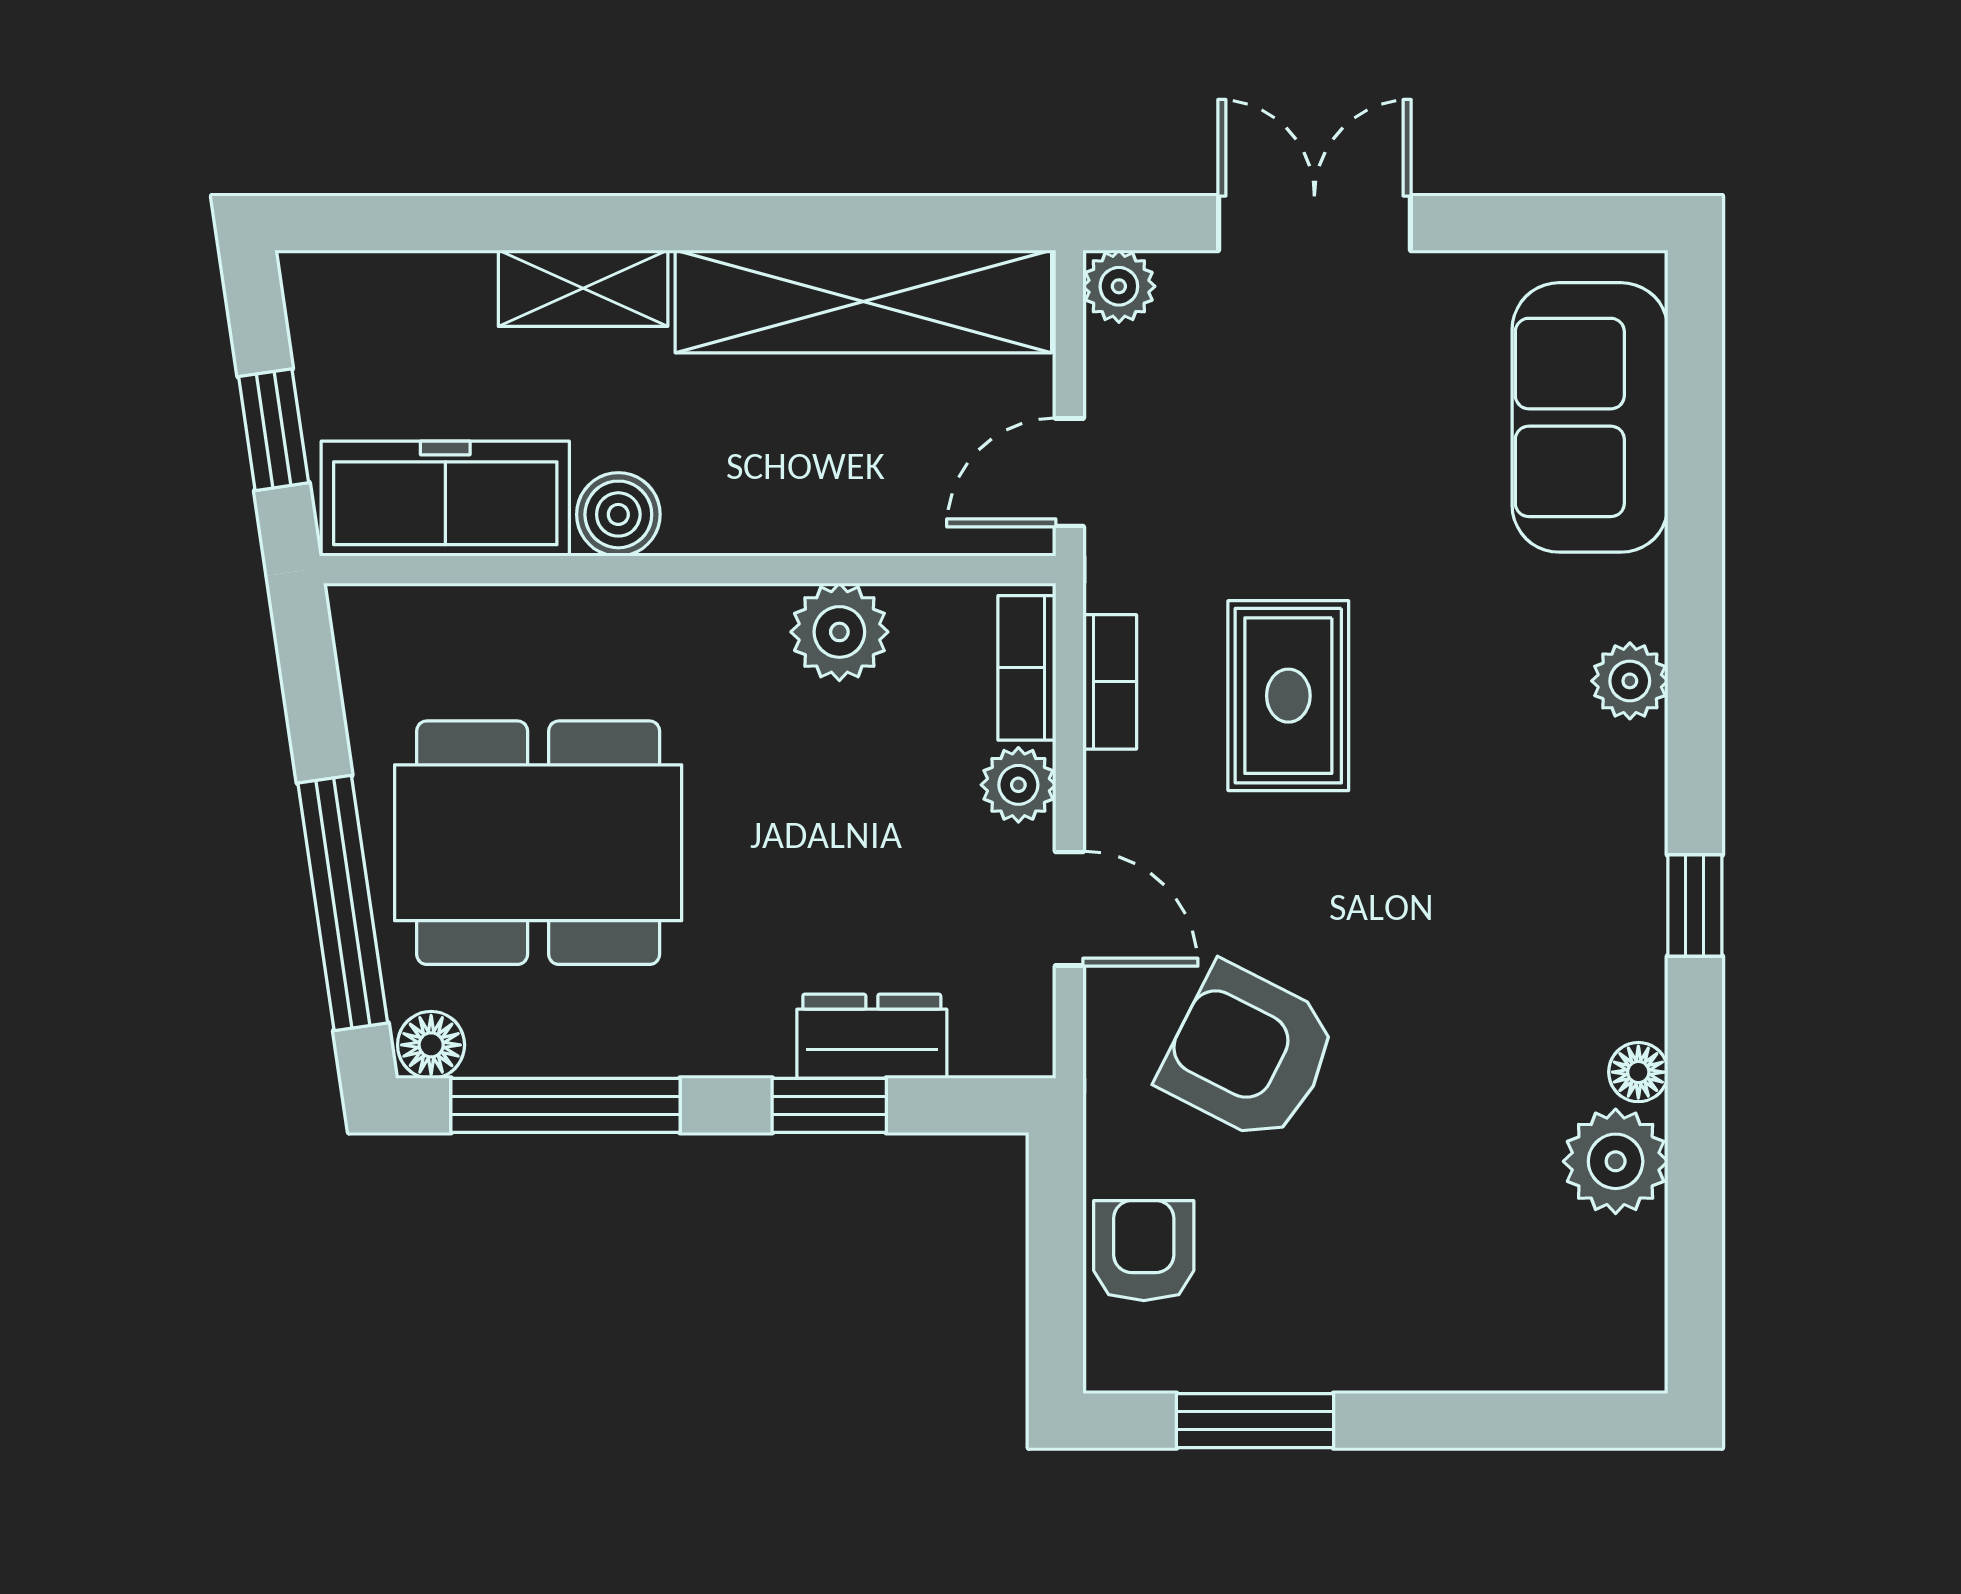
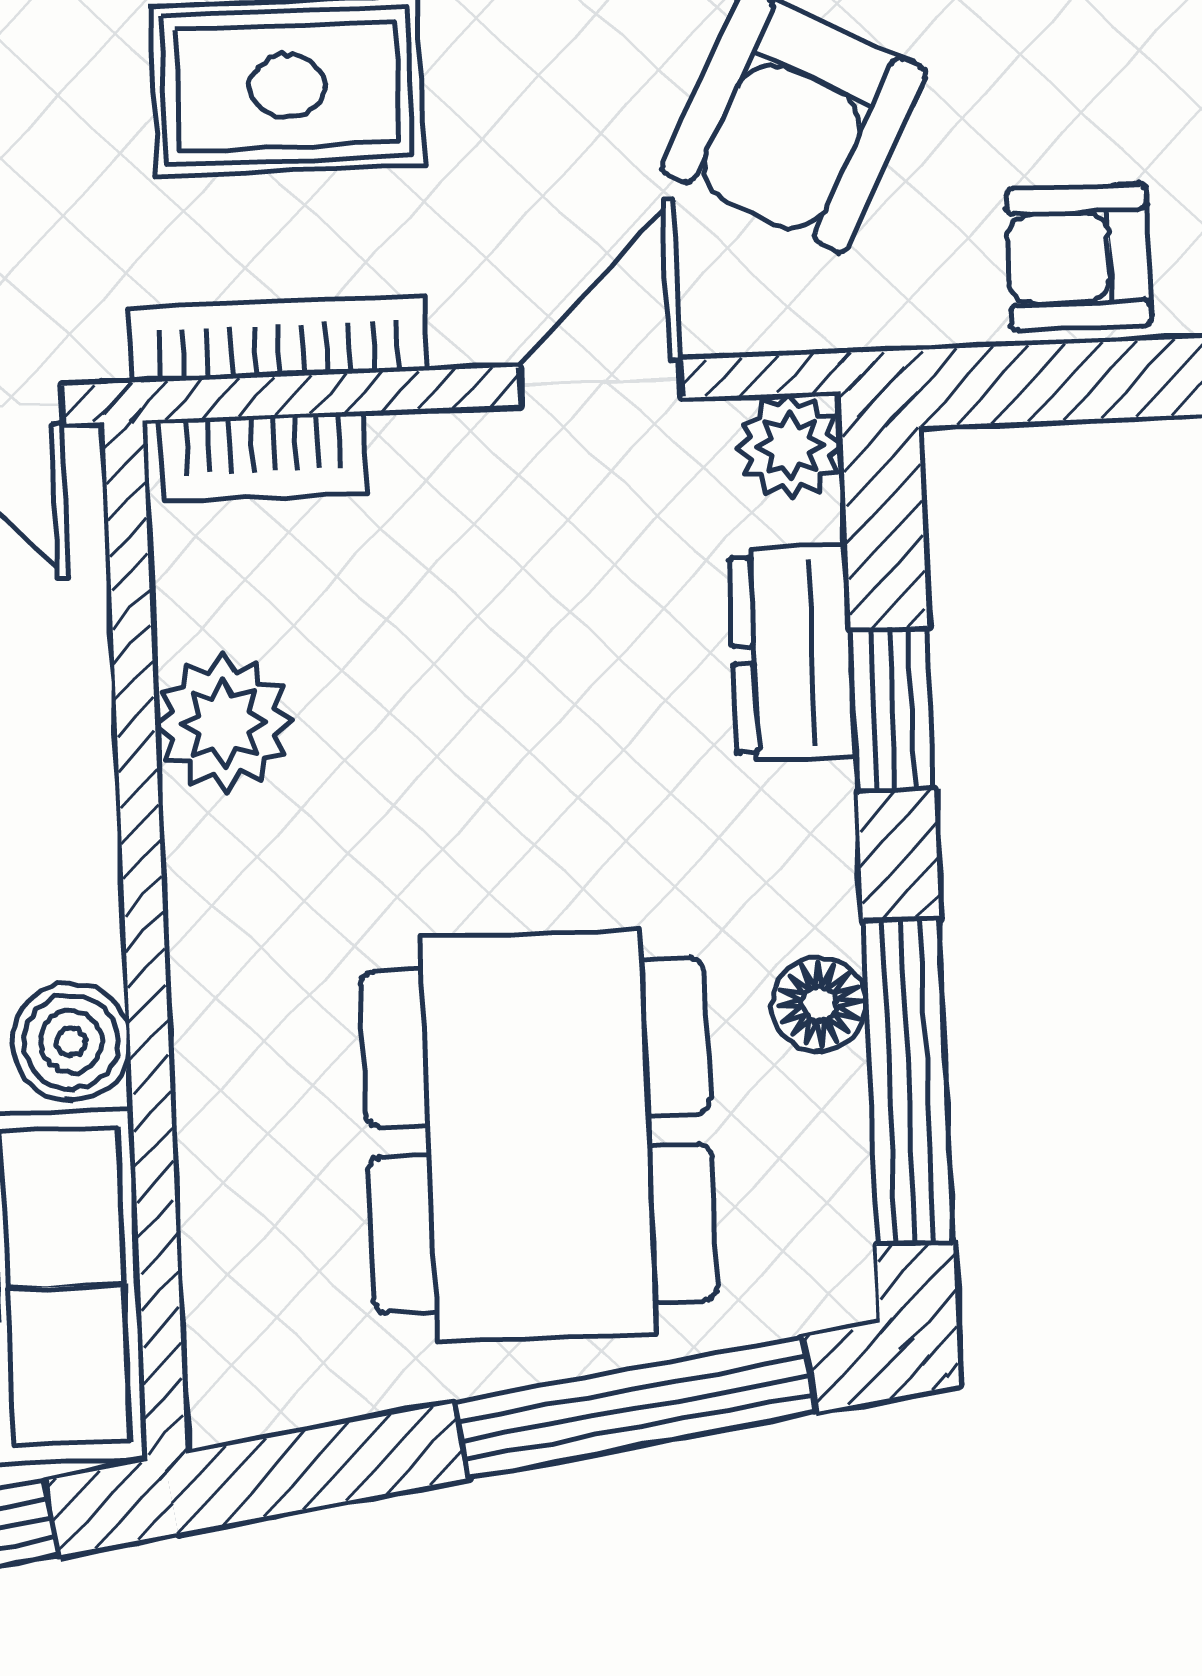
bookcase: (1110, 682) -> (278, 339), width x1.56
plant: (1018, 785) -> (790, 446), moved
floor lamp: (431, 1045) -> (819, 1004), moved

